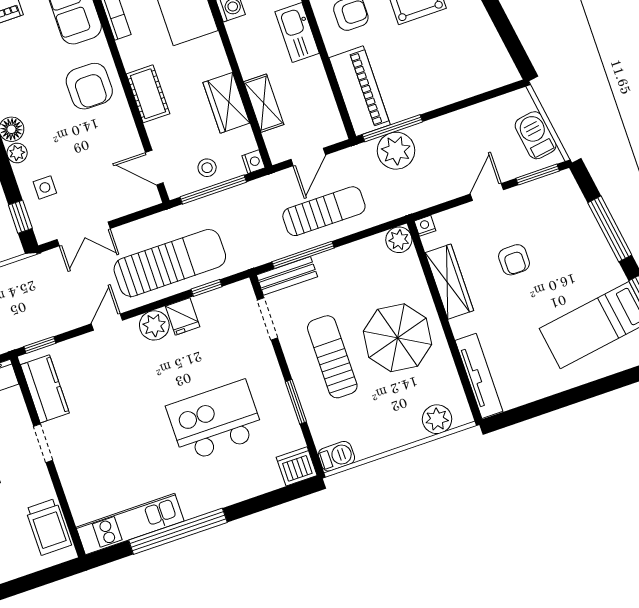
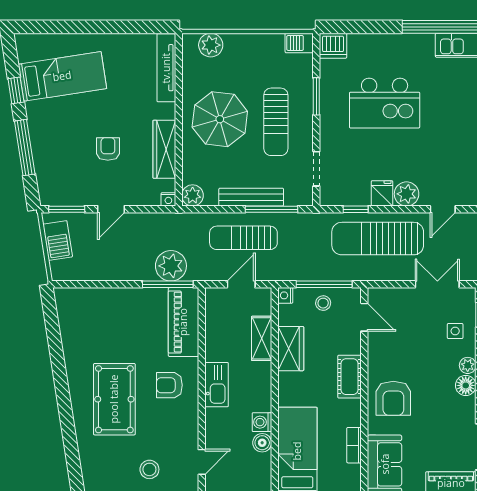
armchair: (89, 86) -> (393, 398), turned 180
bench: (287, 276) -> (251, 197), moved, width x1.36

